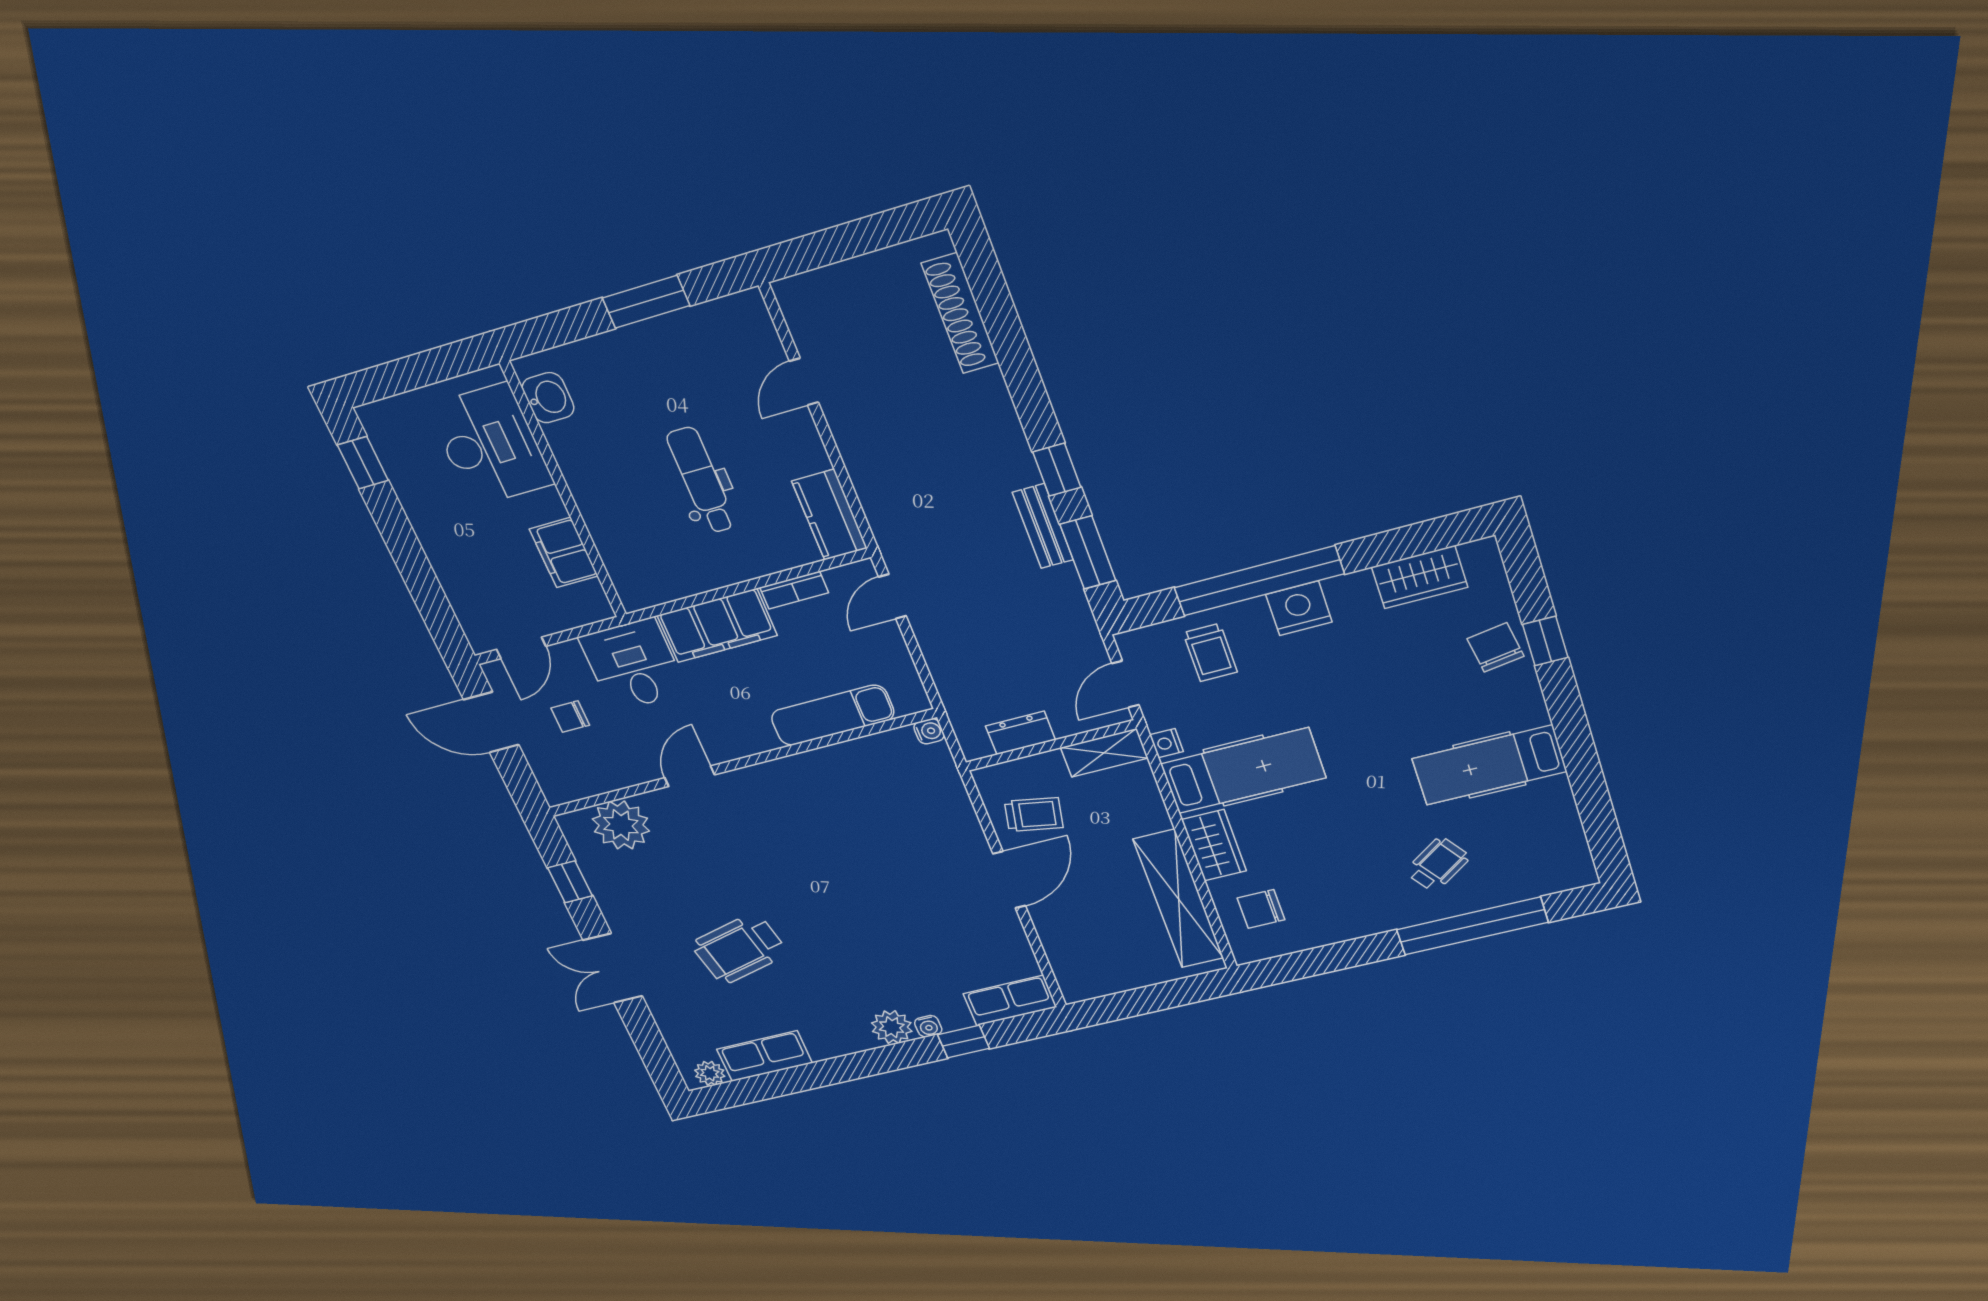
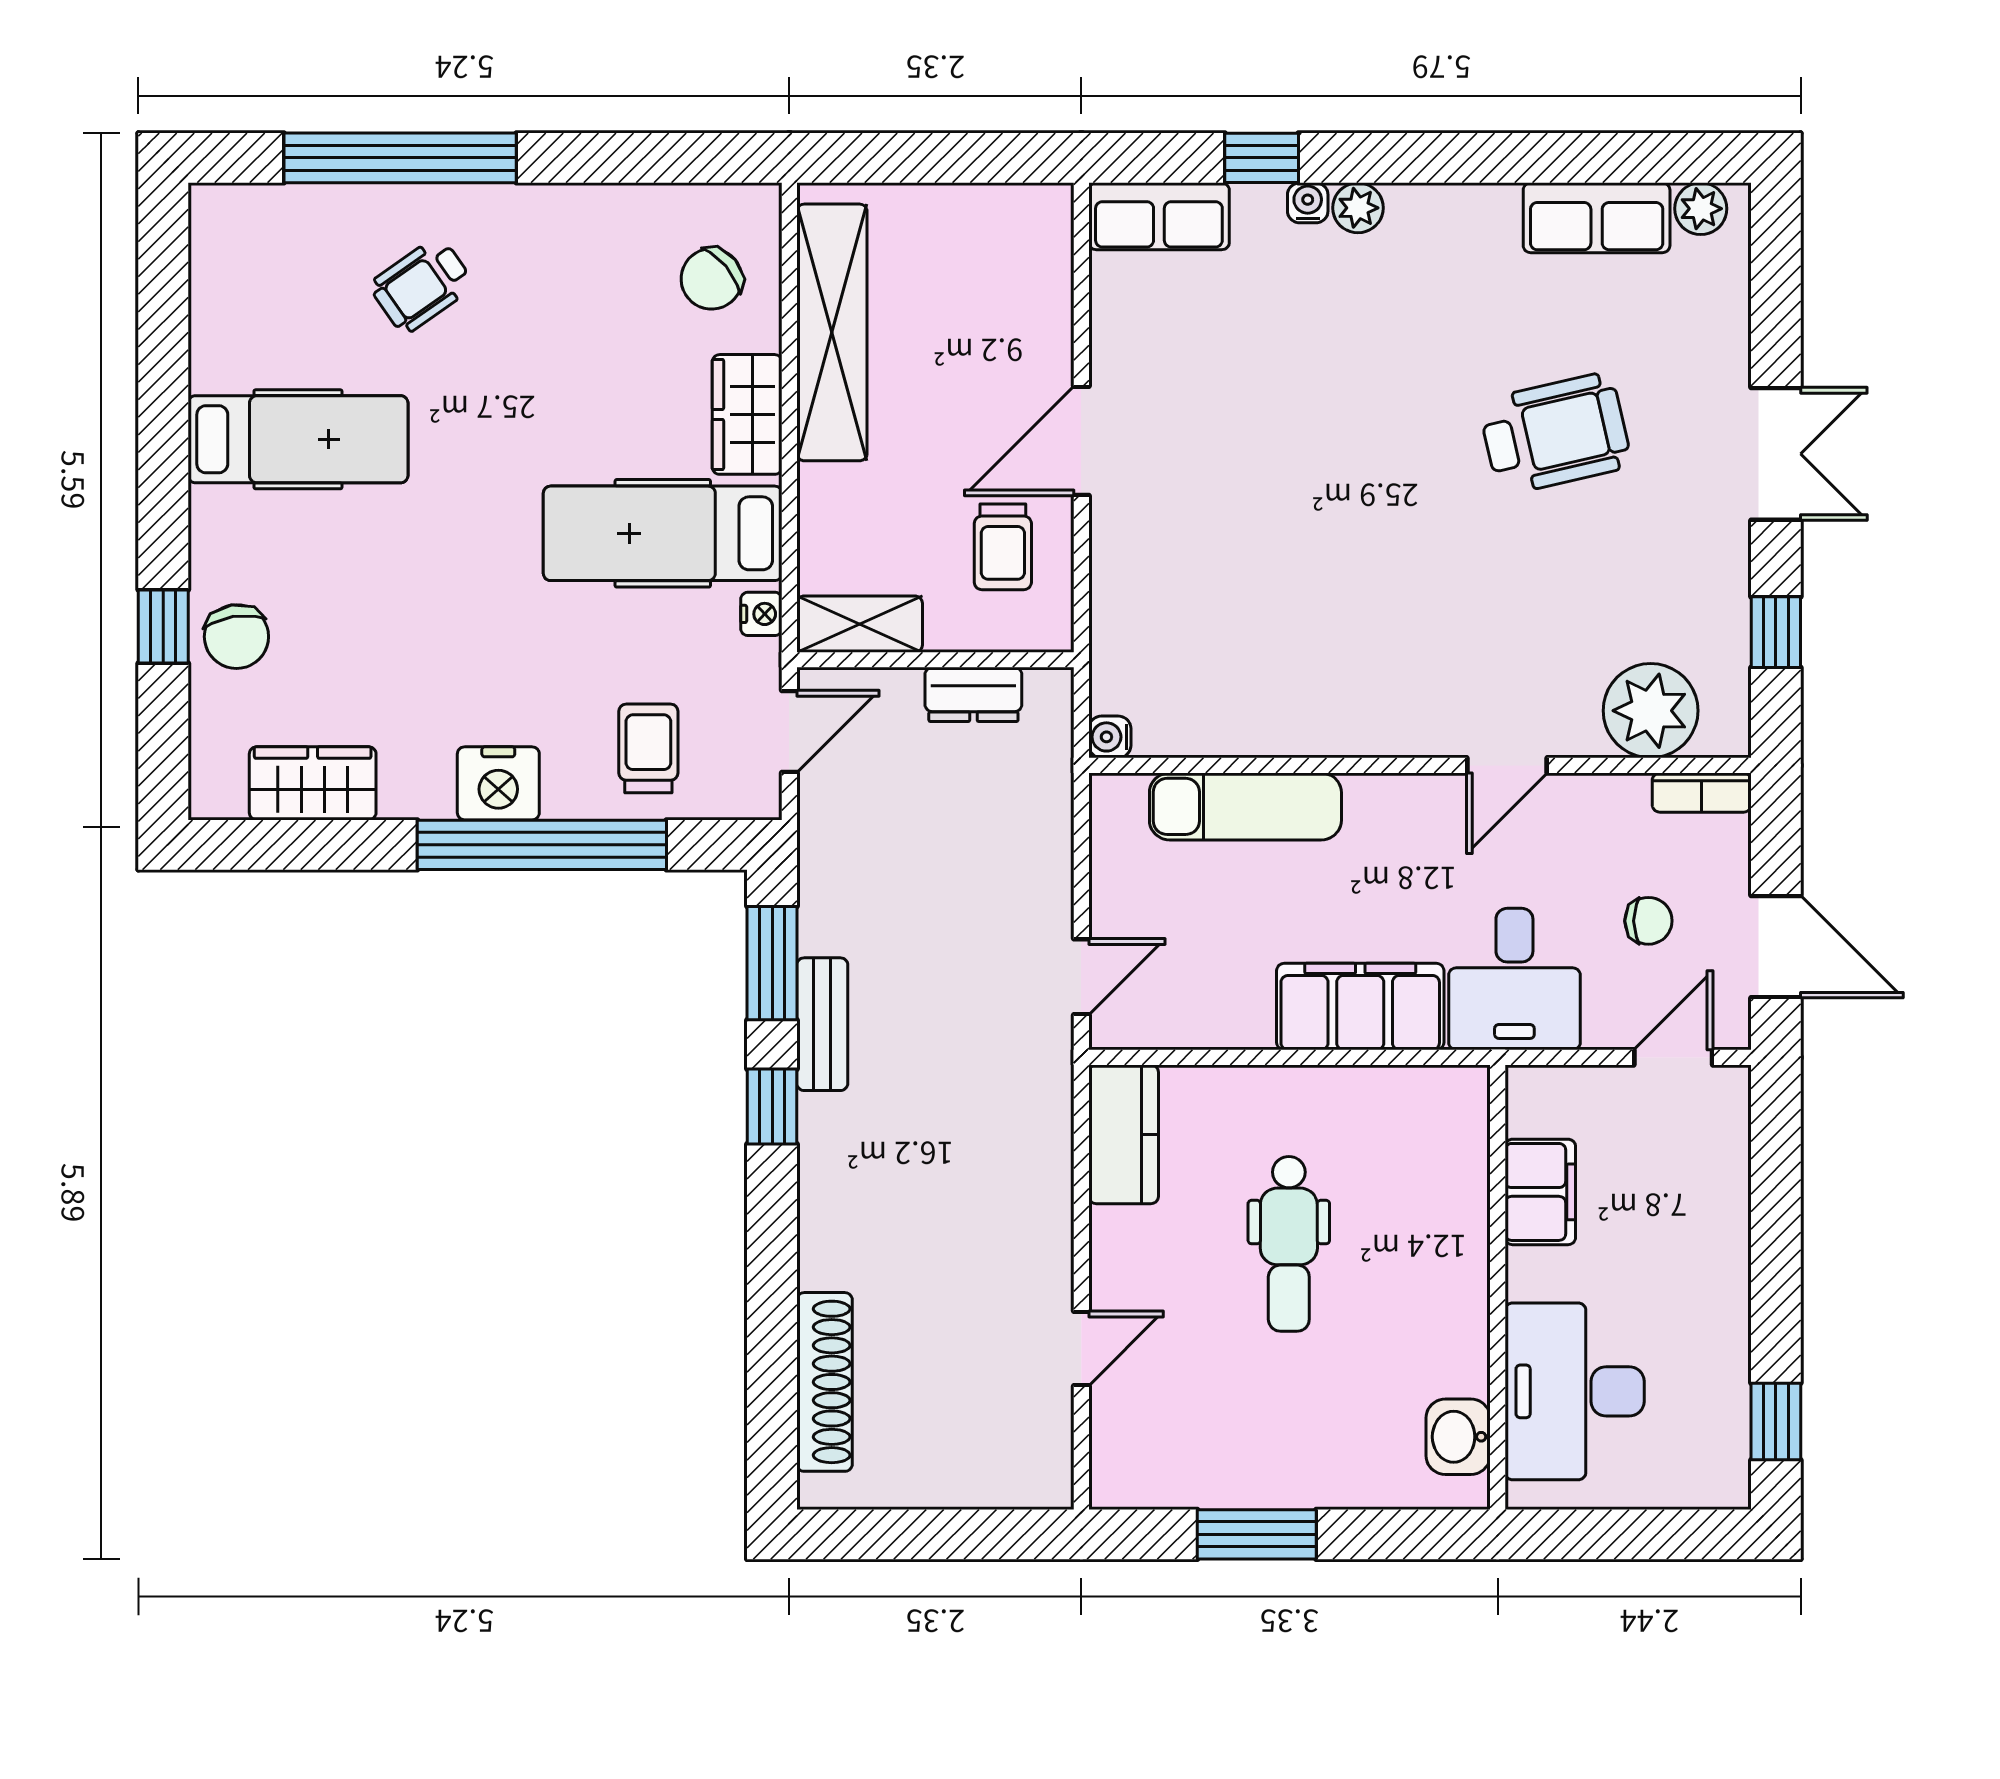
bookcase: (794, 590) -> (1702, 793), moved, turned 180
trolley: (1034, 815) -> (1003, 547), turned -101
chair: (1261, 909) -> (712, 279), turned 140
plant: (892, 1027) -> (1358, 208), width x0.73, depth x0.73

